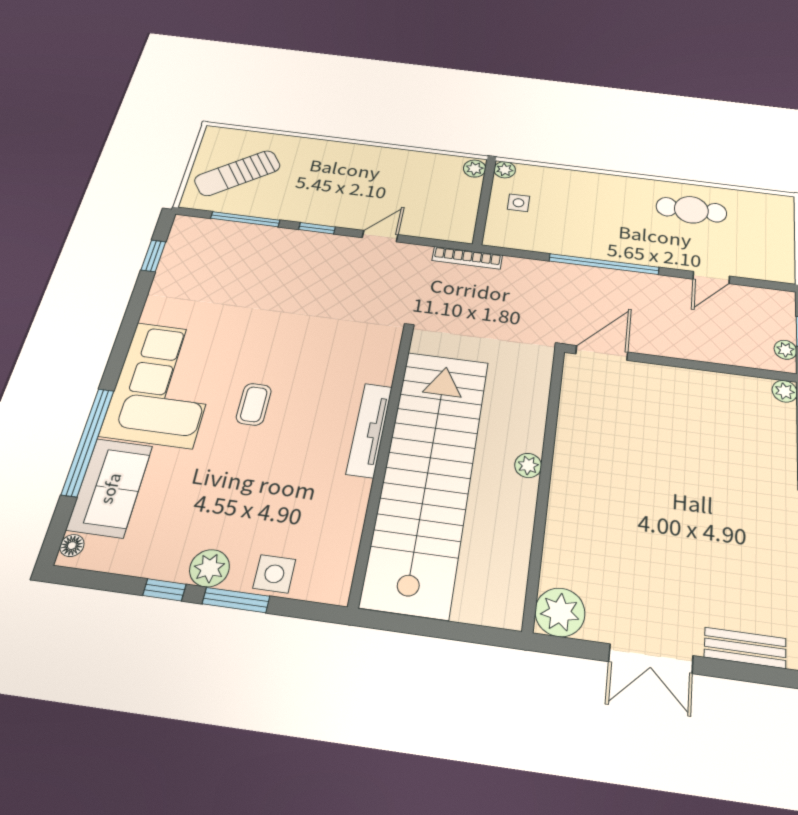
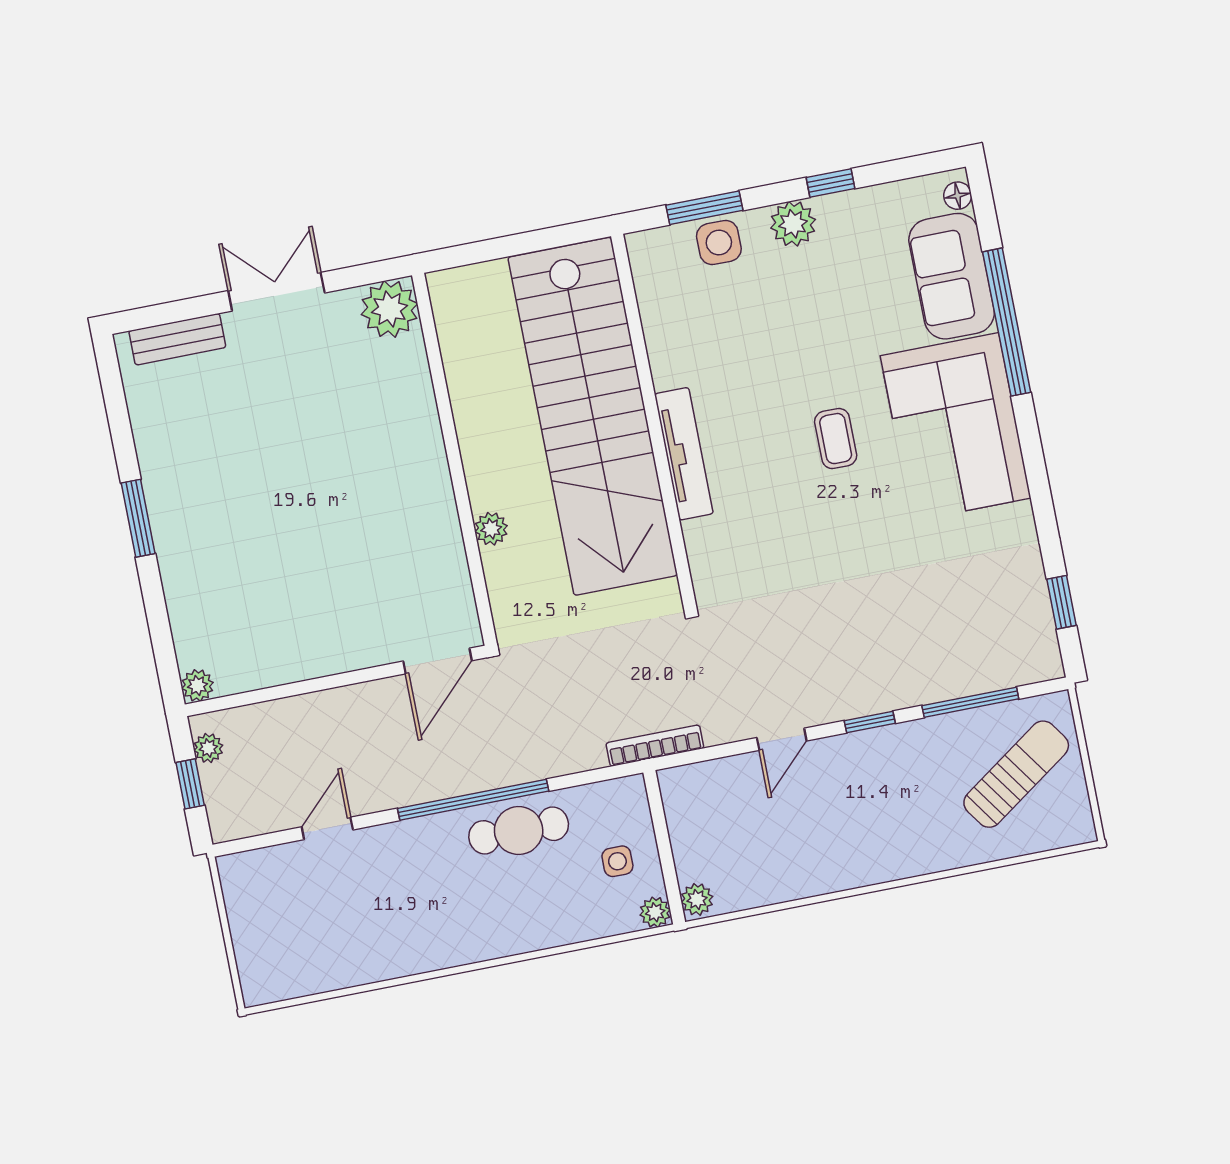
cafe table: (691, 210) -> (519, 831), moved
plant: (528, 465) -> (491, 529), moved
window: (236, 600) -> (704, 208), moved

